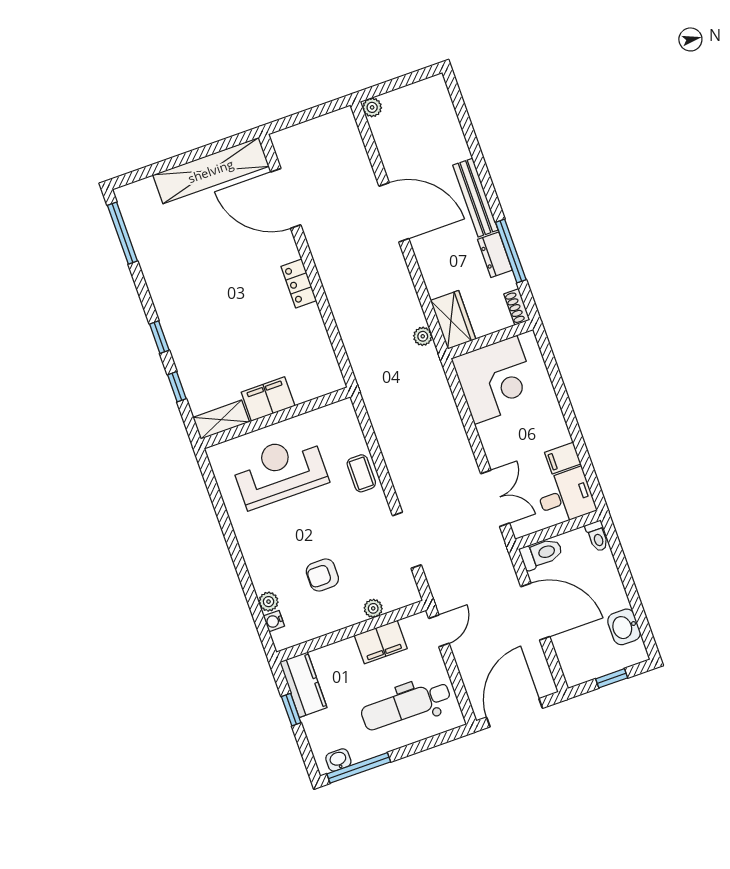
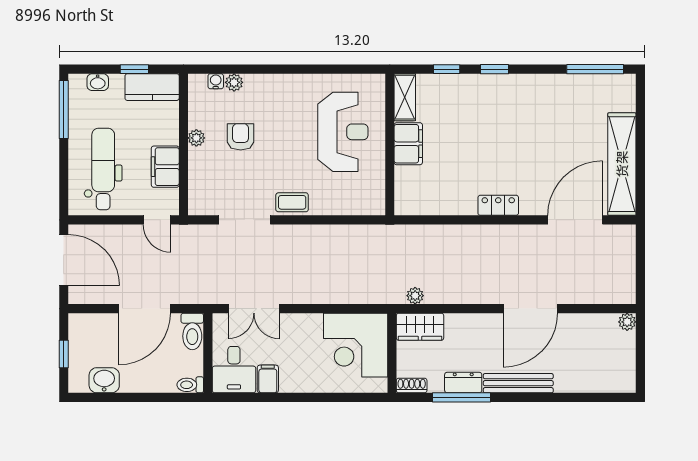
coffee table: (361, 473) -> (292, 202), moved
plant: (373, 608) -> (196, 138), moved
washbasin: (338, 760) -> (98, 82), moved, turned 90

